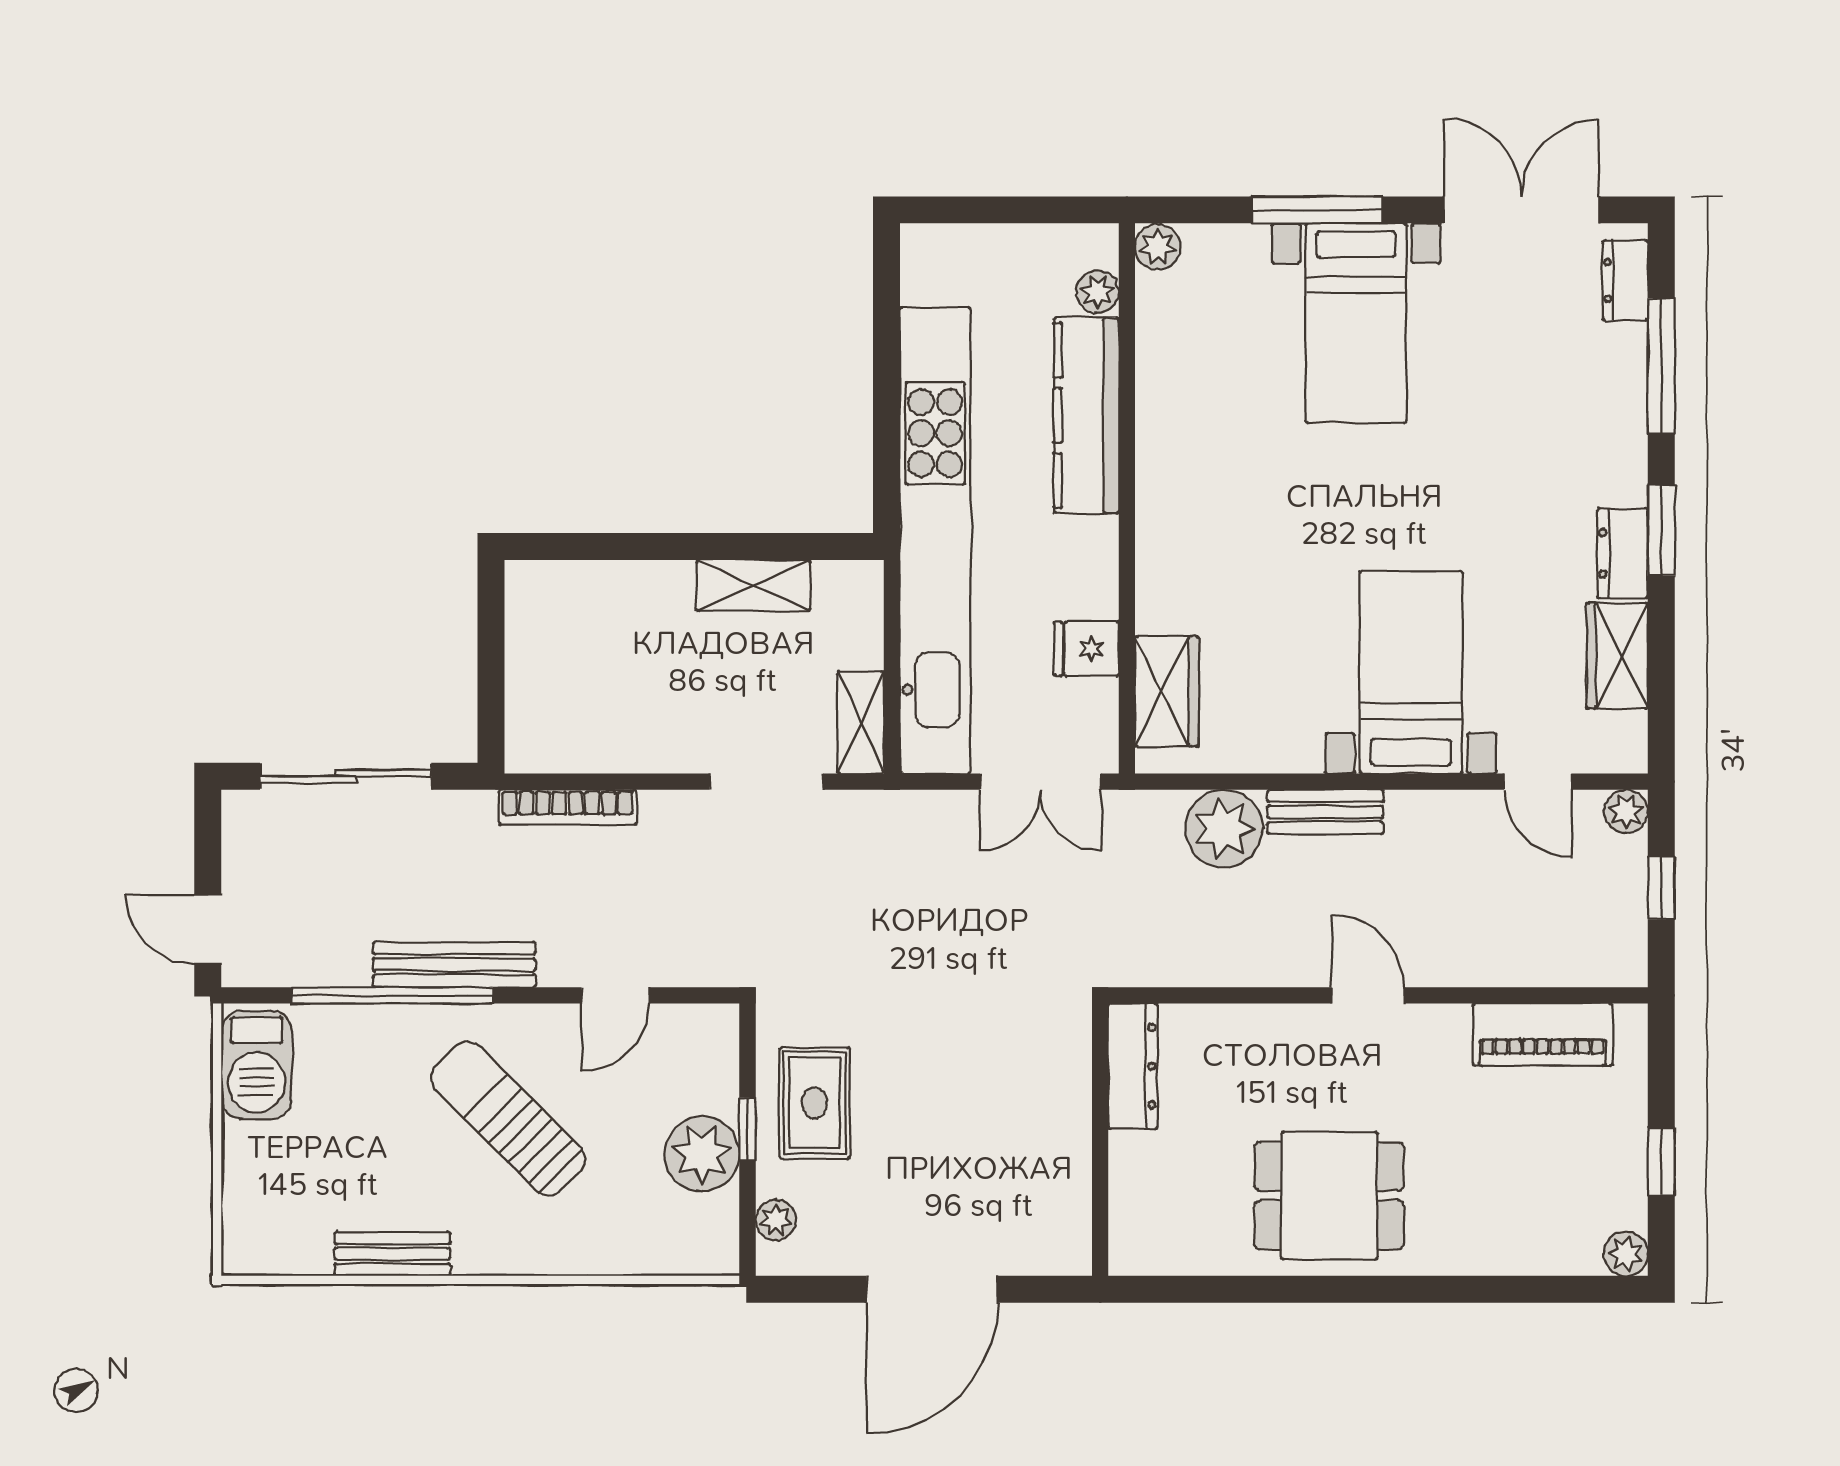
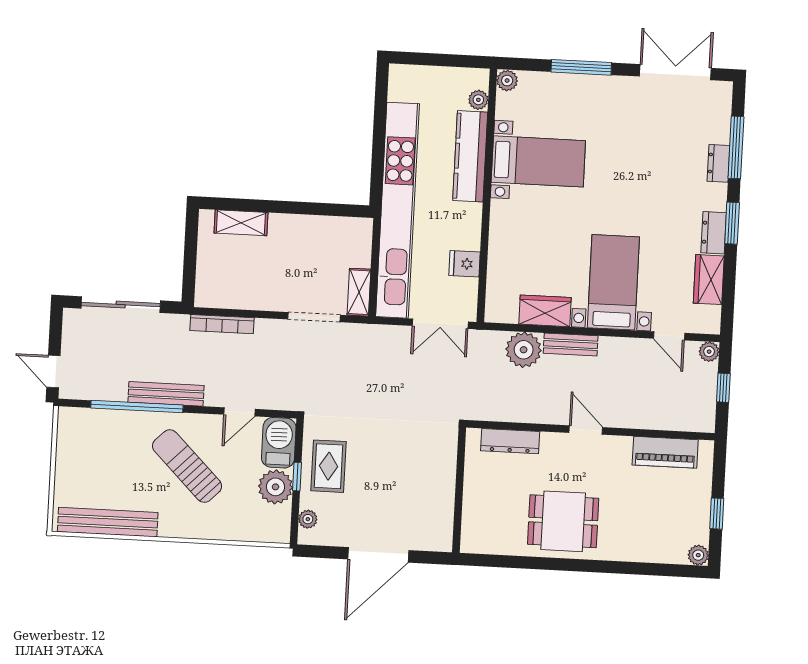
dresser: (1625, 280) -> (719, 163), moved
bed with nightstands: (1356, 323) -> (538, 161), moved, turned -90
shelving: (753, 586) -> (241, 223), moved
wardrobe: (1167, 691) -> (545, 311), moved, turned -90
barbecue: (257, 1065) -> (279, 443), moved, turned 180
dresser: (1133, 1066) -> (510, 441), moved, turned 90
bench: (392, 1254) -> (108, 522), width x1.86, depth x1.21

